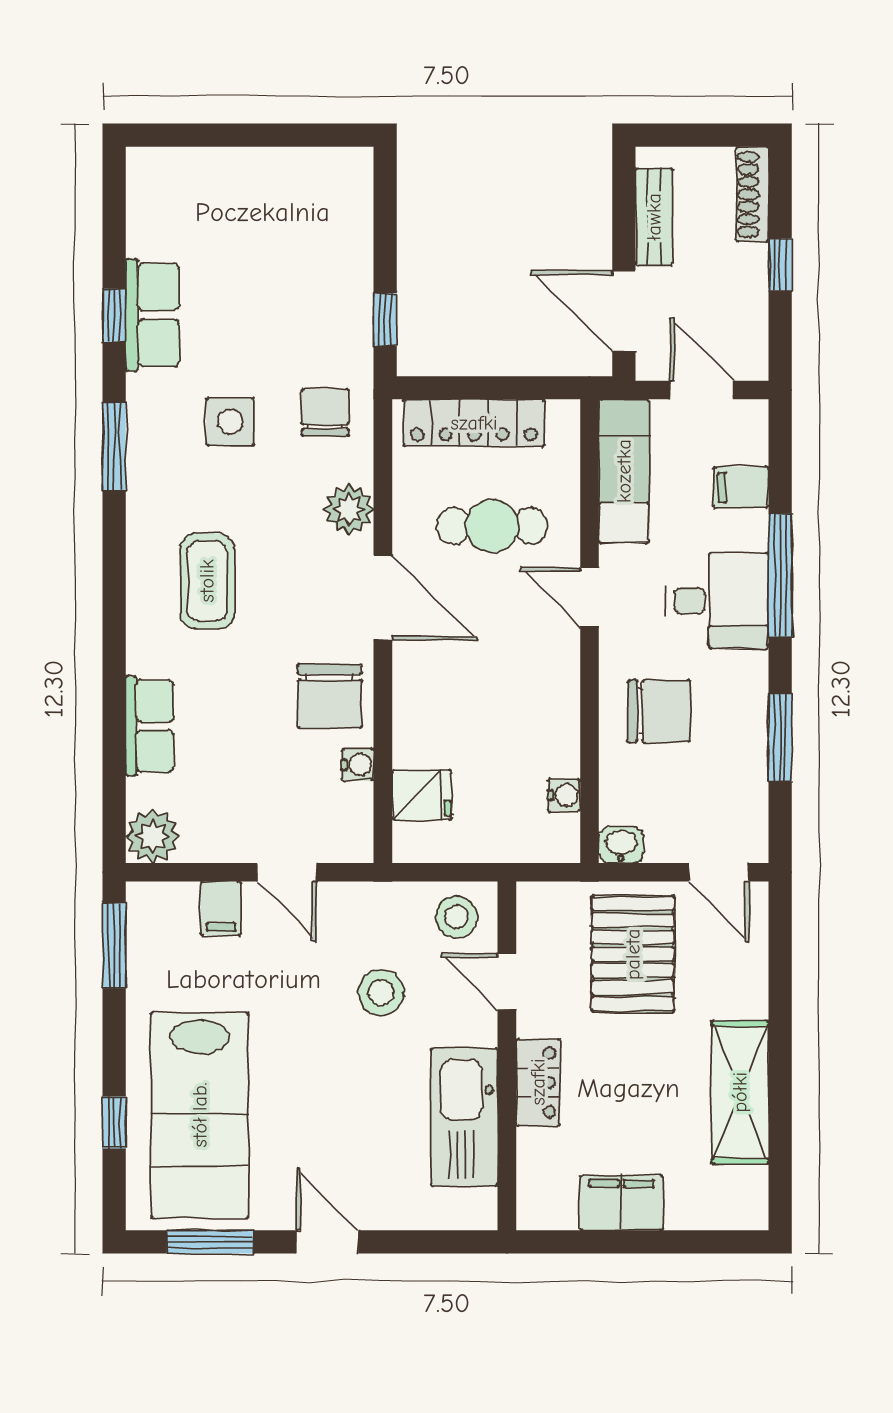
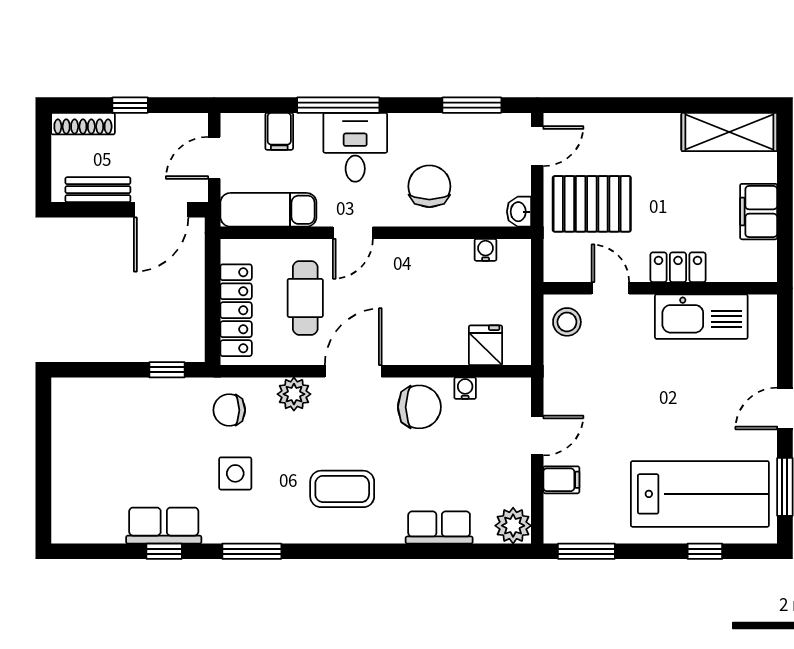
window: (780, 737) -> (472, 105), moved
door: (507, 982) -> (610, 288), swing flipped
stool: (381, 992) -> (618, 372), removed
shelving: (740, 1092) -> (729, 132), moved

